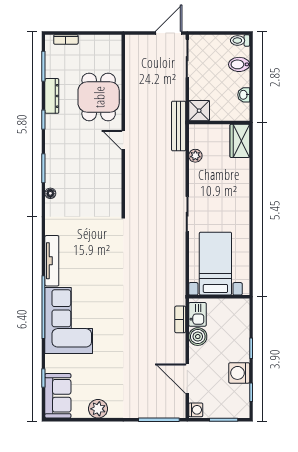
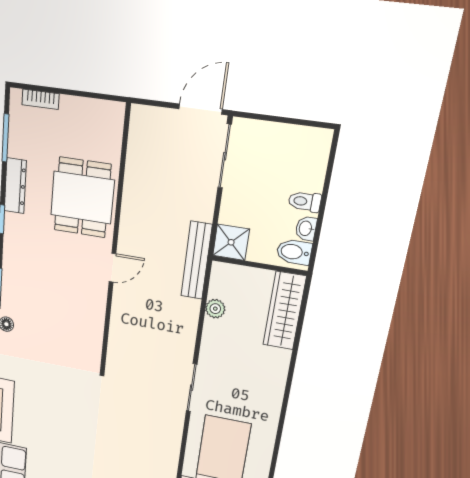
toilet: (240, 41) -> (305, 202), moved
bidet: (239, 64) -> (294, 252), moved
door: (123, 140) -> (112, 268), swing flipped
wardrobe: (240, 141) -> (284, 311), width x1.50

